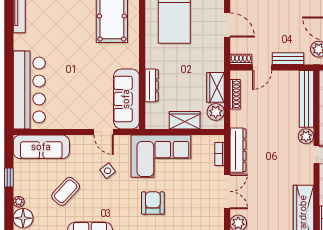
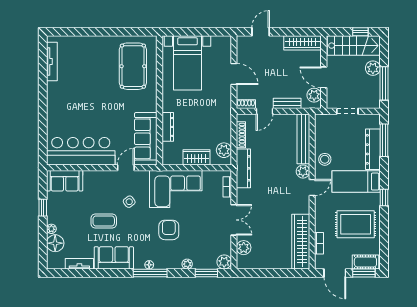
wardrobe: (216, 87) -> (224, 129), removed
bar counter: (29, 90) -> (81, 151), moved, turned -90
door: (104, 132) -> (126, 168), swing flipped
sofa: (41, 147) -> (65, 181), width x0.73
dresser: (238, 150) -> (243, 168), moved
coffee table: (66, 191) -> (104, 221), moved, turned 47

